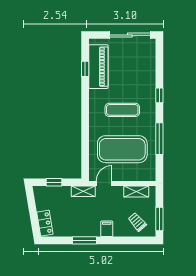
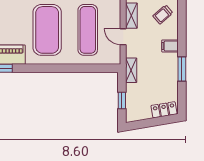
exercise mat: (122, 110) -> (47, 30), width x2.00, depth x1.45
exercise mat: (122, 149) -> (88, 30), width x0.68
door: (104, 184) -> (123, 37), moved

